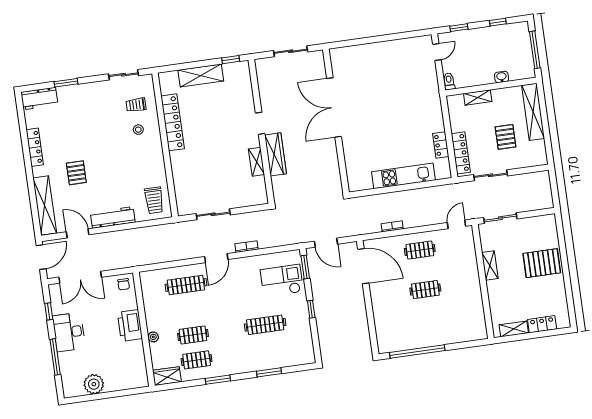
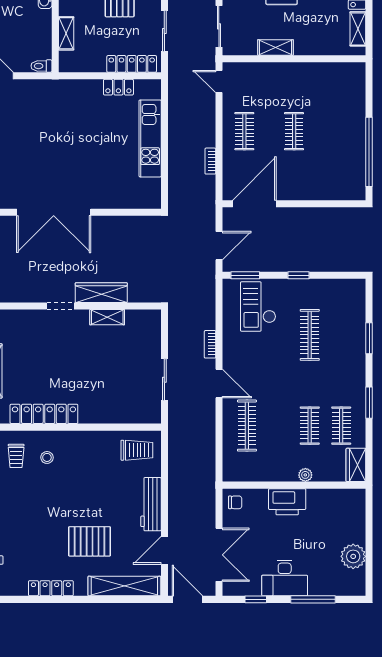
pallet: (76, 173) -> (90, 541), width x1.50, depth x1.42

